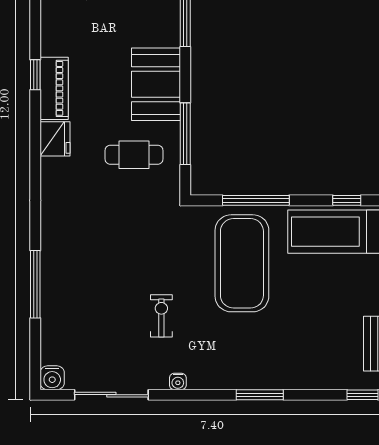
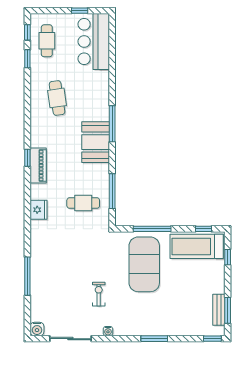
booth: (156, 84) -> (96, 142), moved
fridge: (55, 139) -> (39, 210), moved

